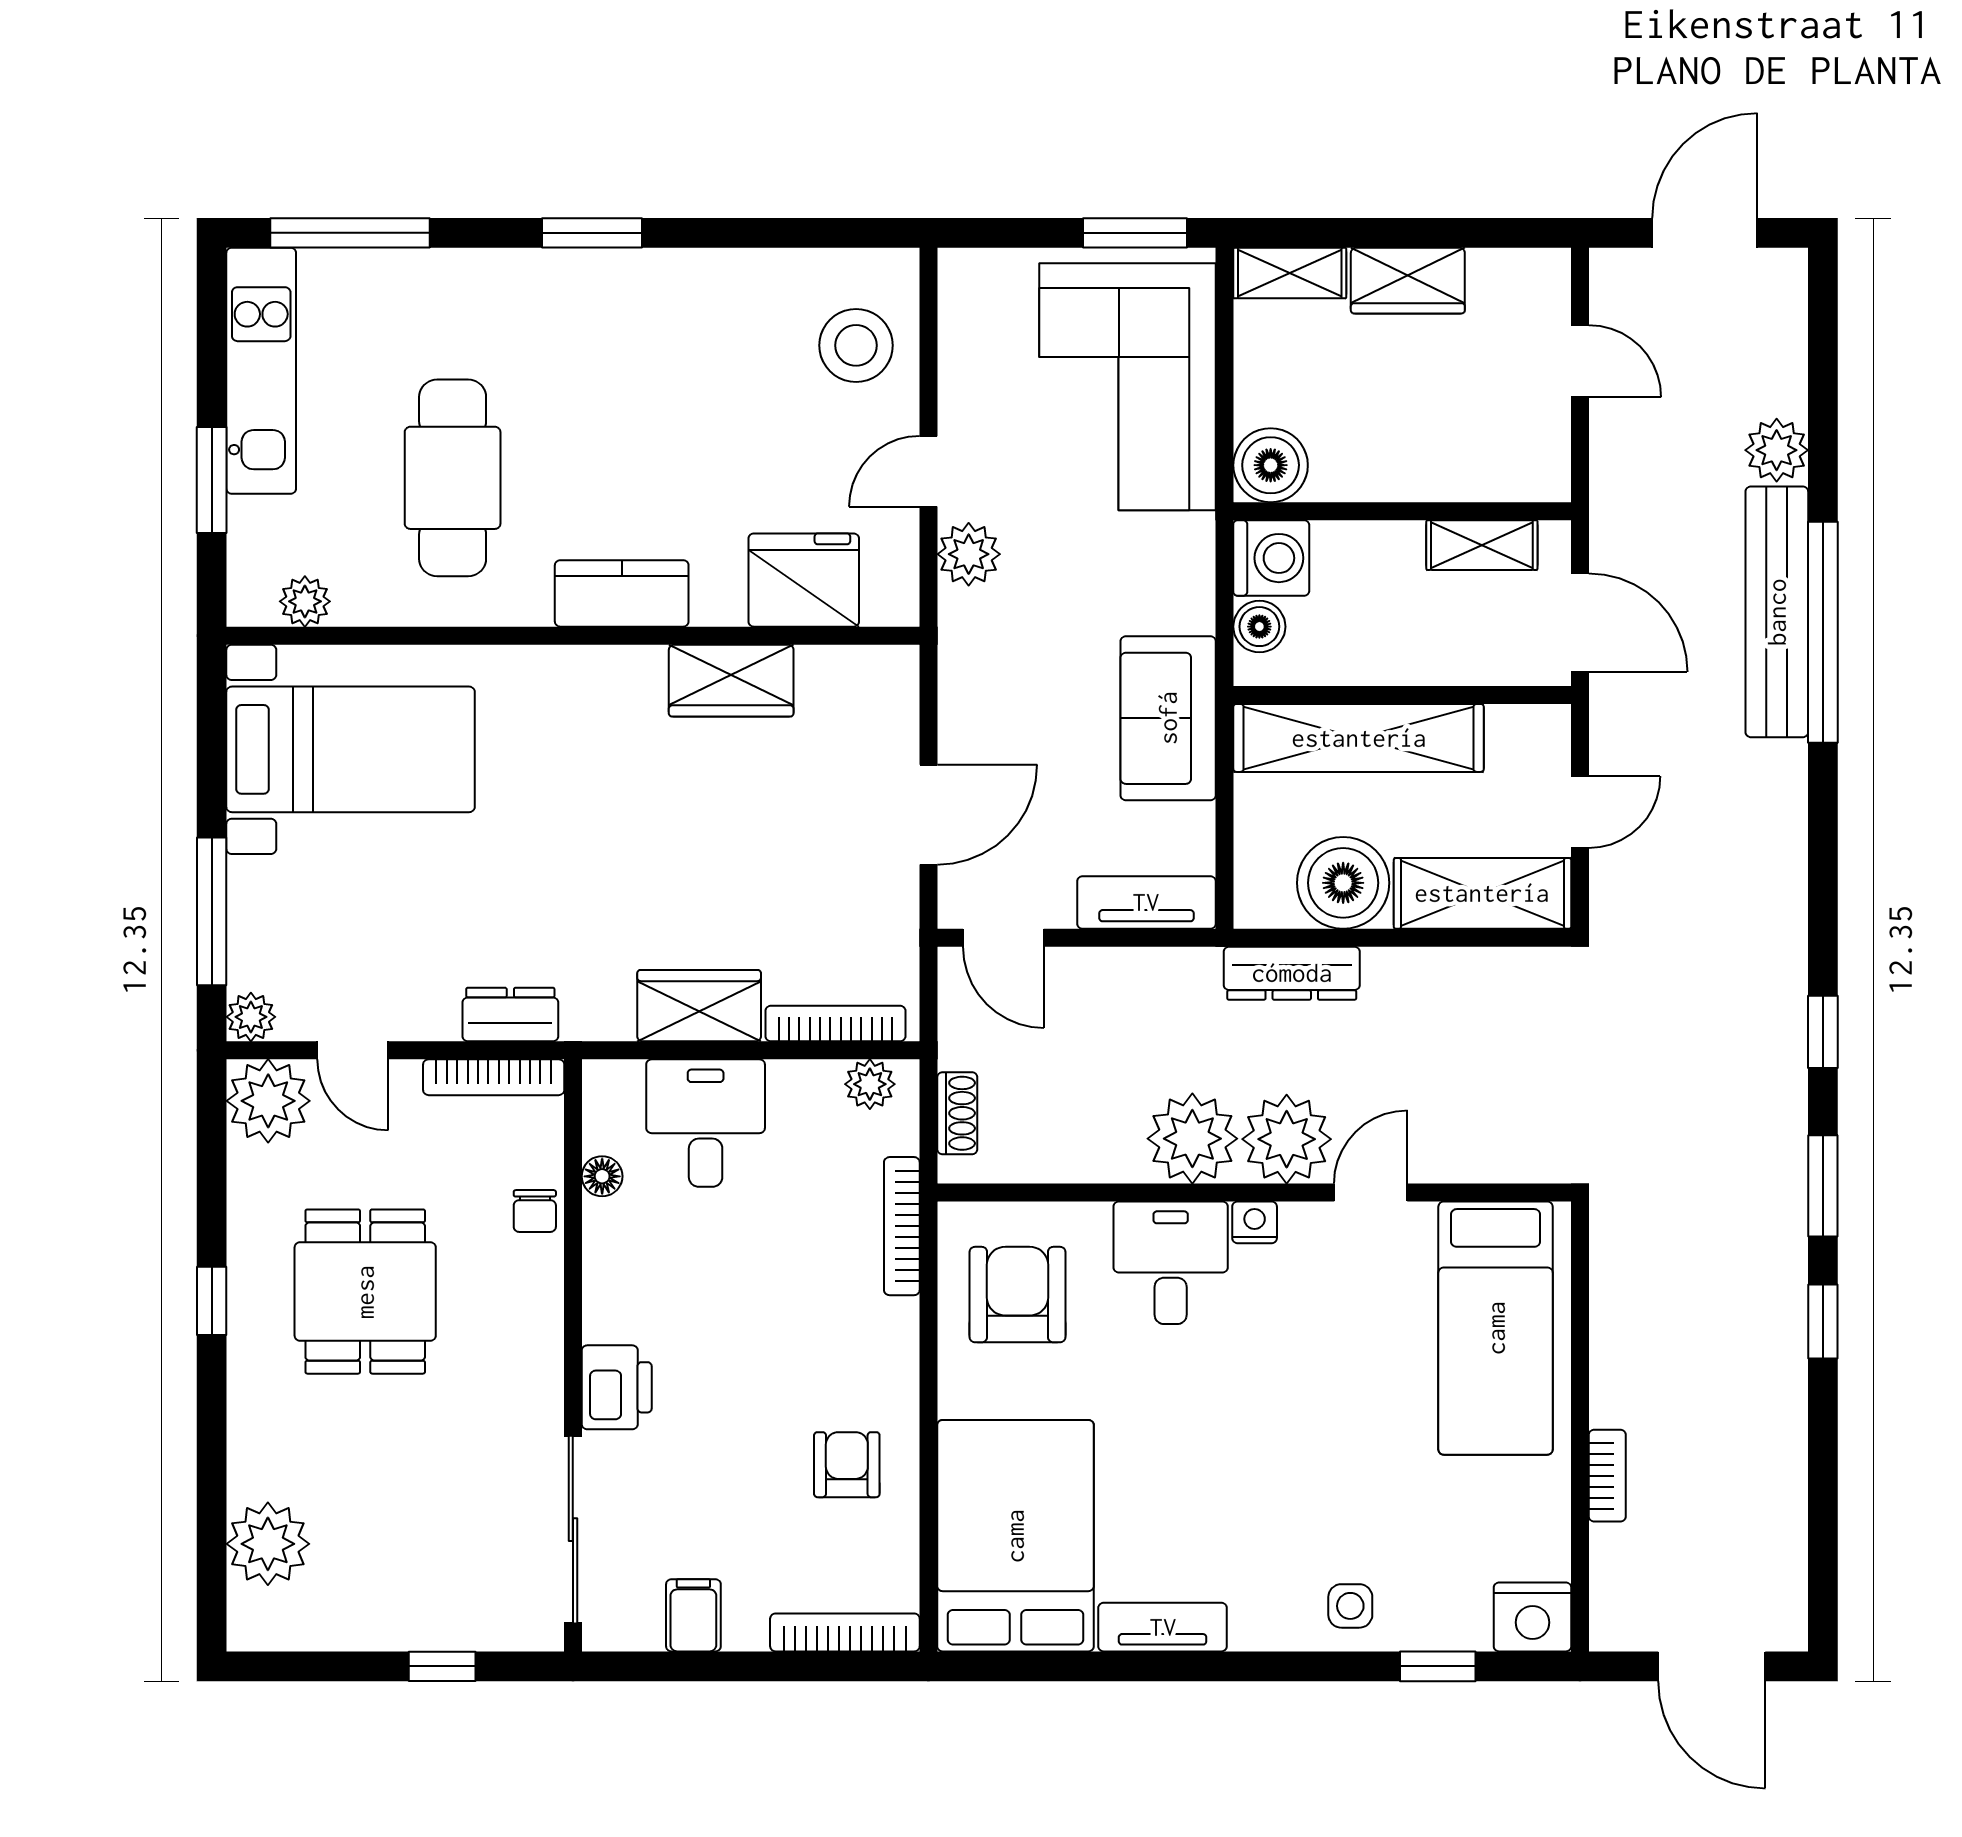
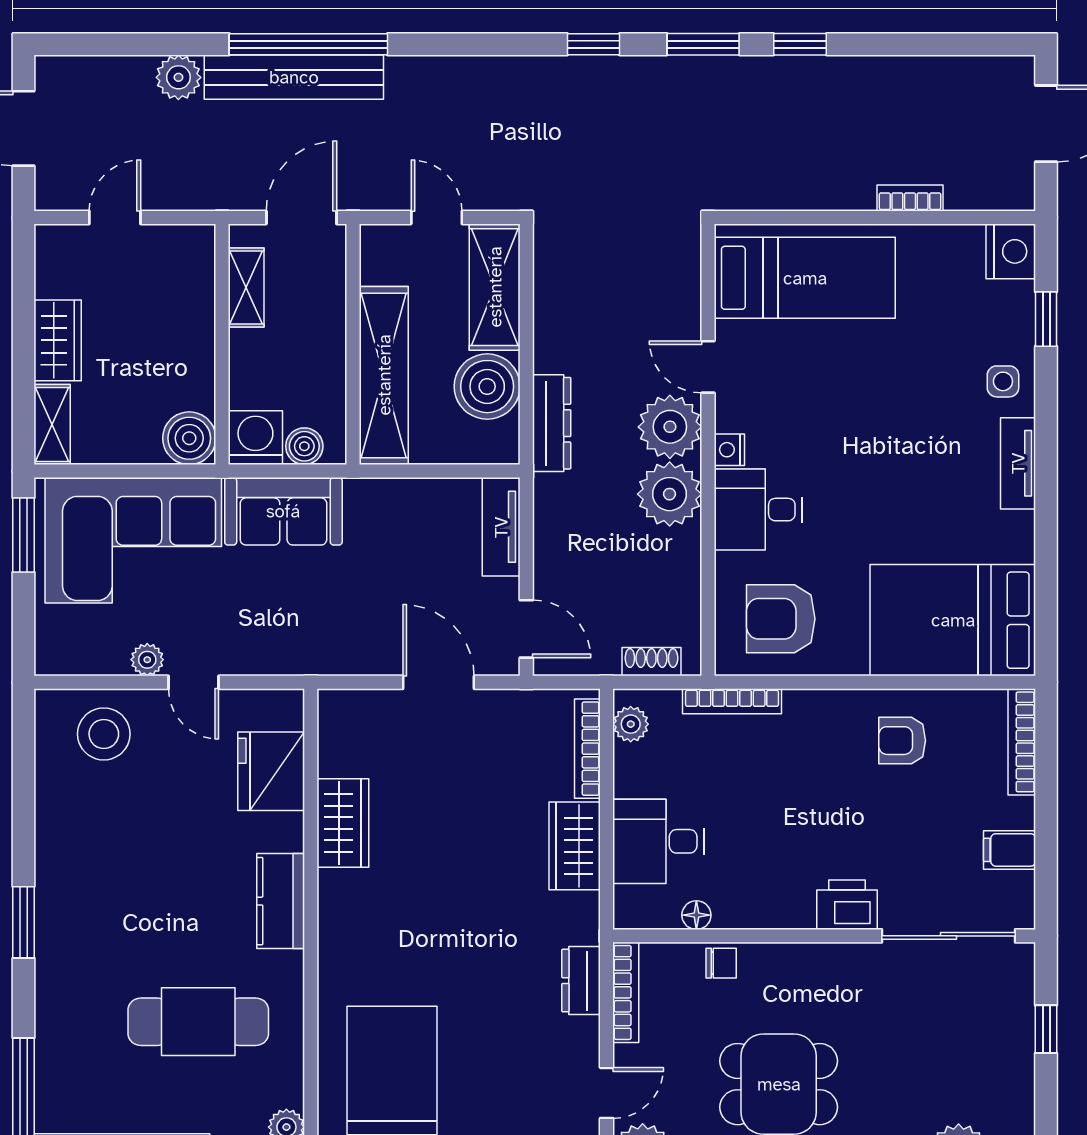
plant: (969, 554) -> (147, 660), moved, width x0.73, depth x0.73
sofa: (1168, 718) -> (283, 511), moved
door: (1003, 938) -> (526, 629), hinge flipped
tv unit: (1163, 1627) -> (1018, 463), moved

